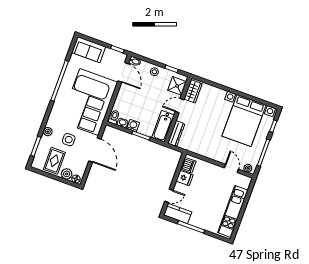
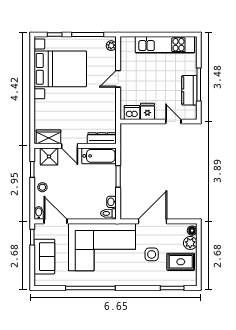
sofa: (89, 50) -> (44, 257), moved
door: (123, 72) -> (56, 221), hinge flipped
washing machine: (133, 126) -> (110, 189), removed
plant: (48, 132) -> (151, 281), removed
door: (231, 168) -> (118, 79), moved
kitchen counter: (178, 214) -> (189, 90), moved

